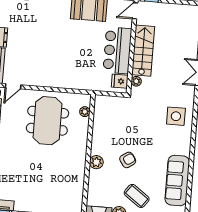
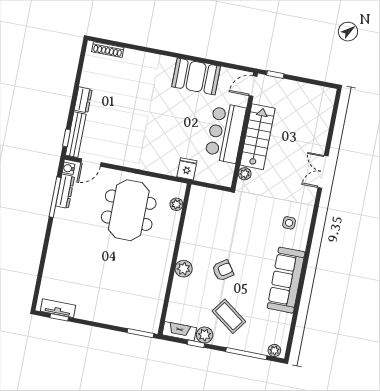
fridge: (120, 81) -> (187, 169), moved, turned 90
side table: (176, 116) -> (289, 223), width x0.54, depth x0.54
sofa: (177, 181) -> (286, 280), moved

